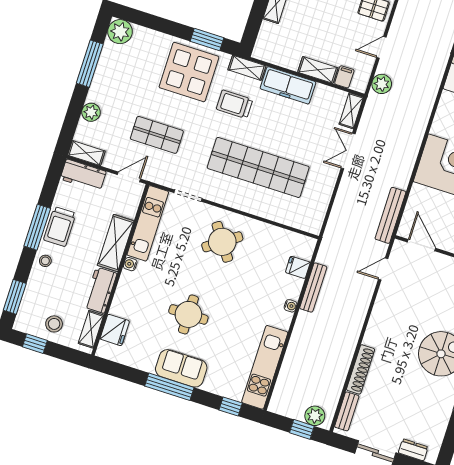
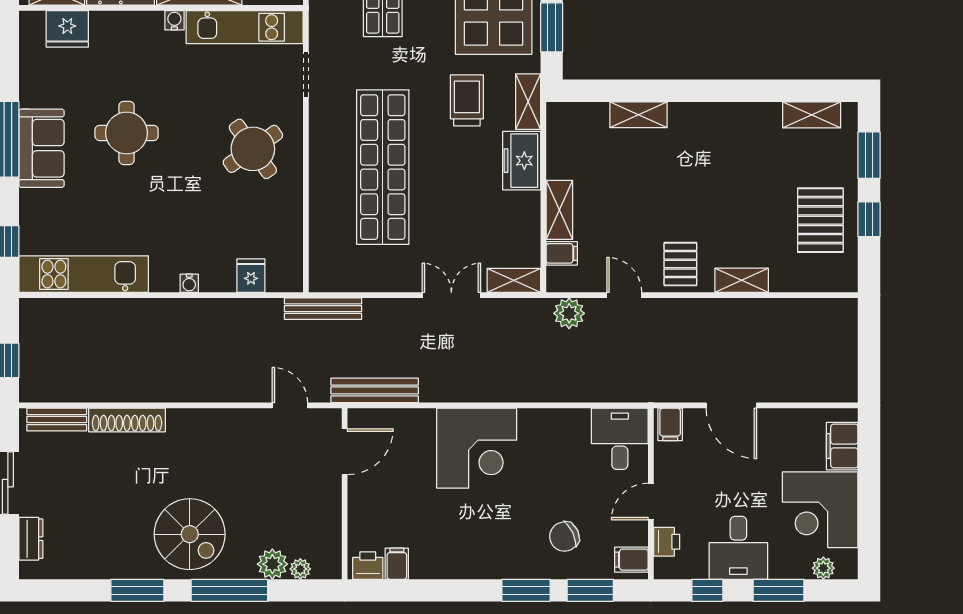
freezer: (288, 85) -> (522, 161), width x0.71
bench: (313, 288) -> (323, 309), moved
plant: (315, 416) -> (35, 373), removed

